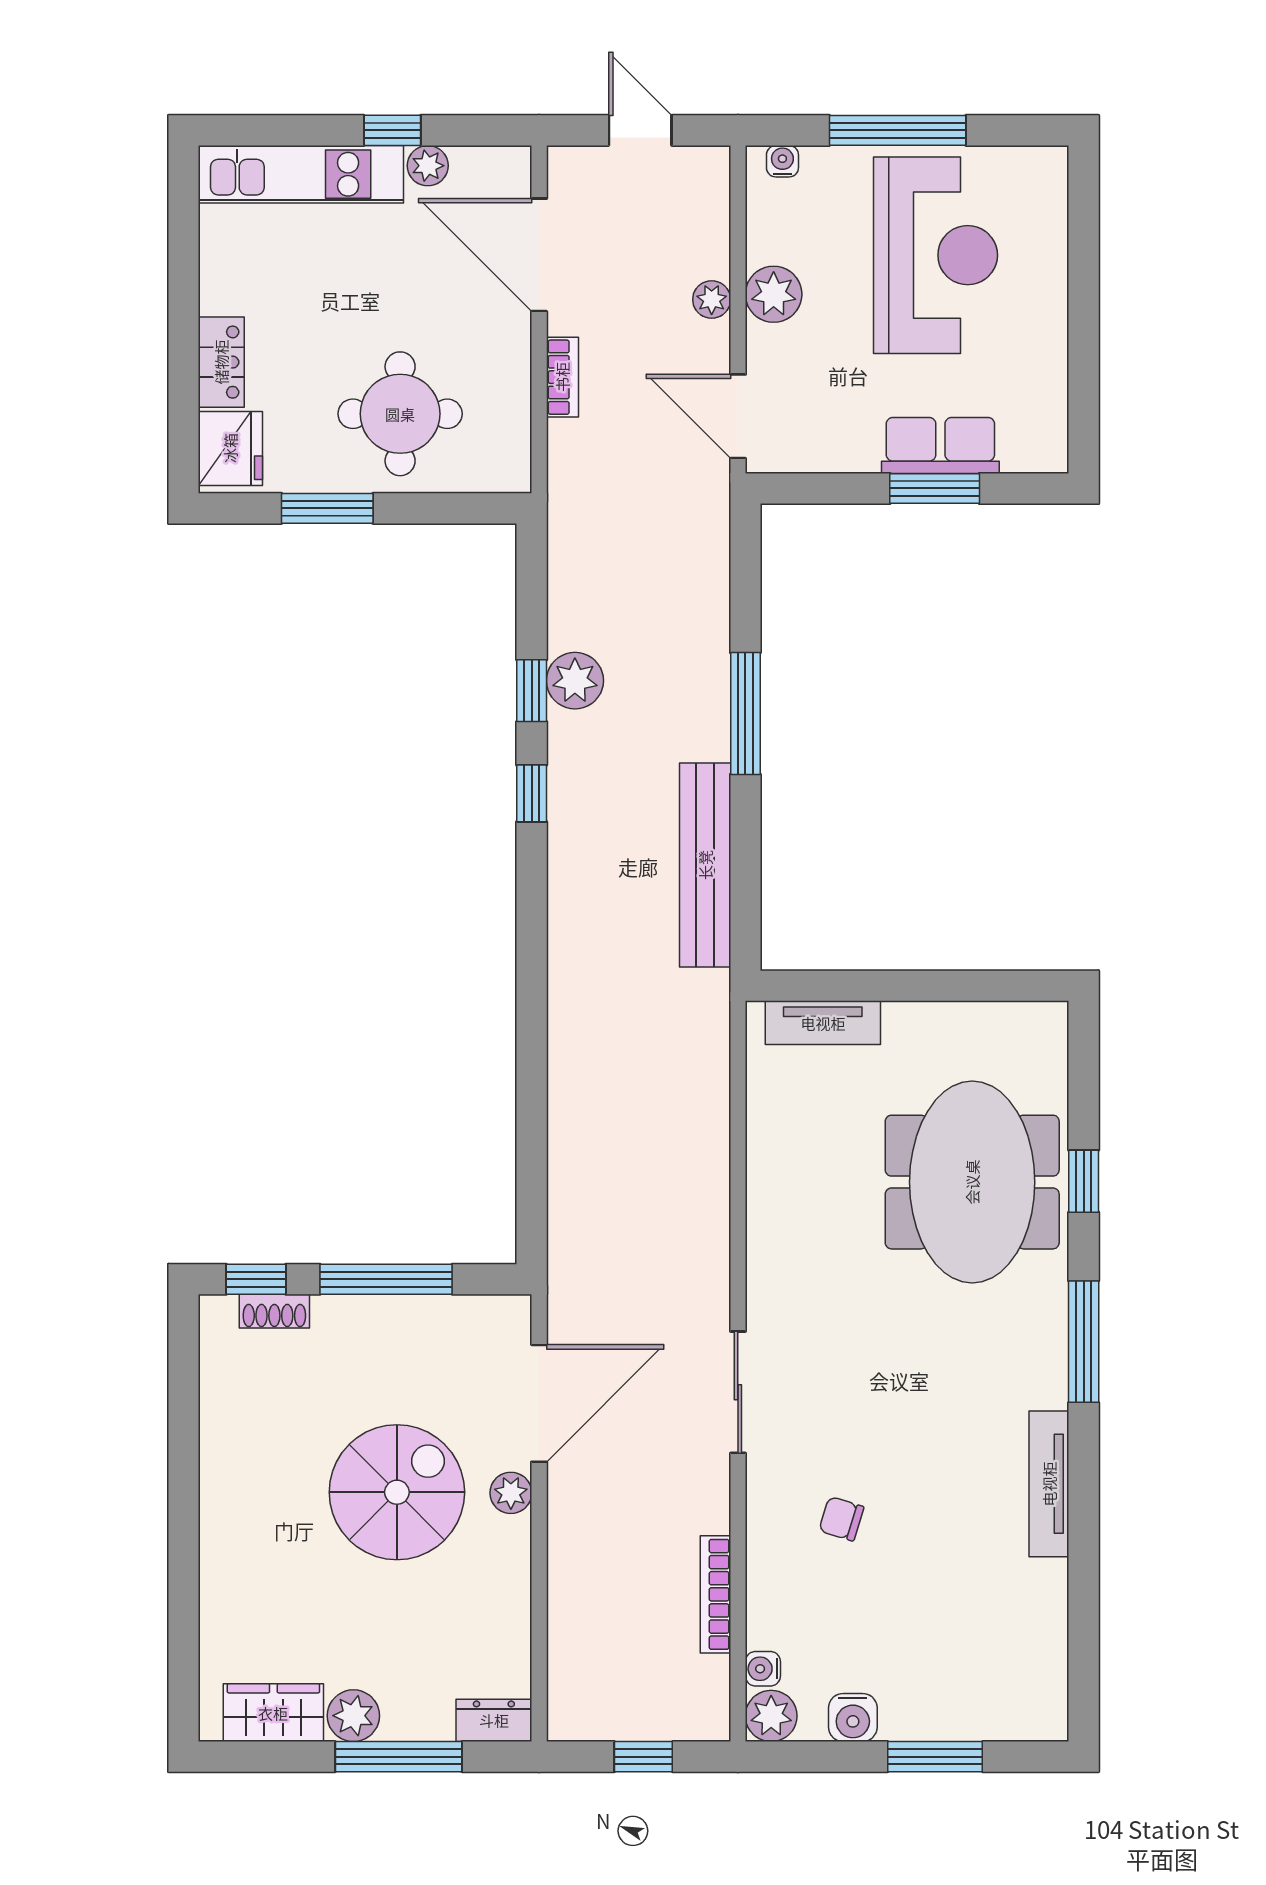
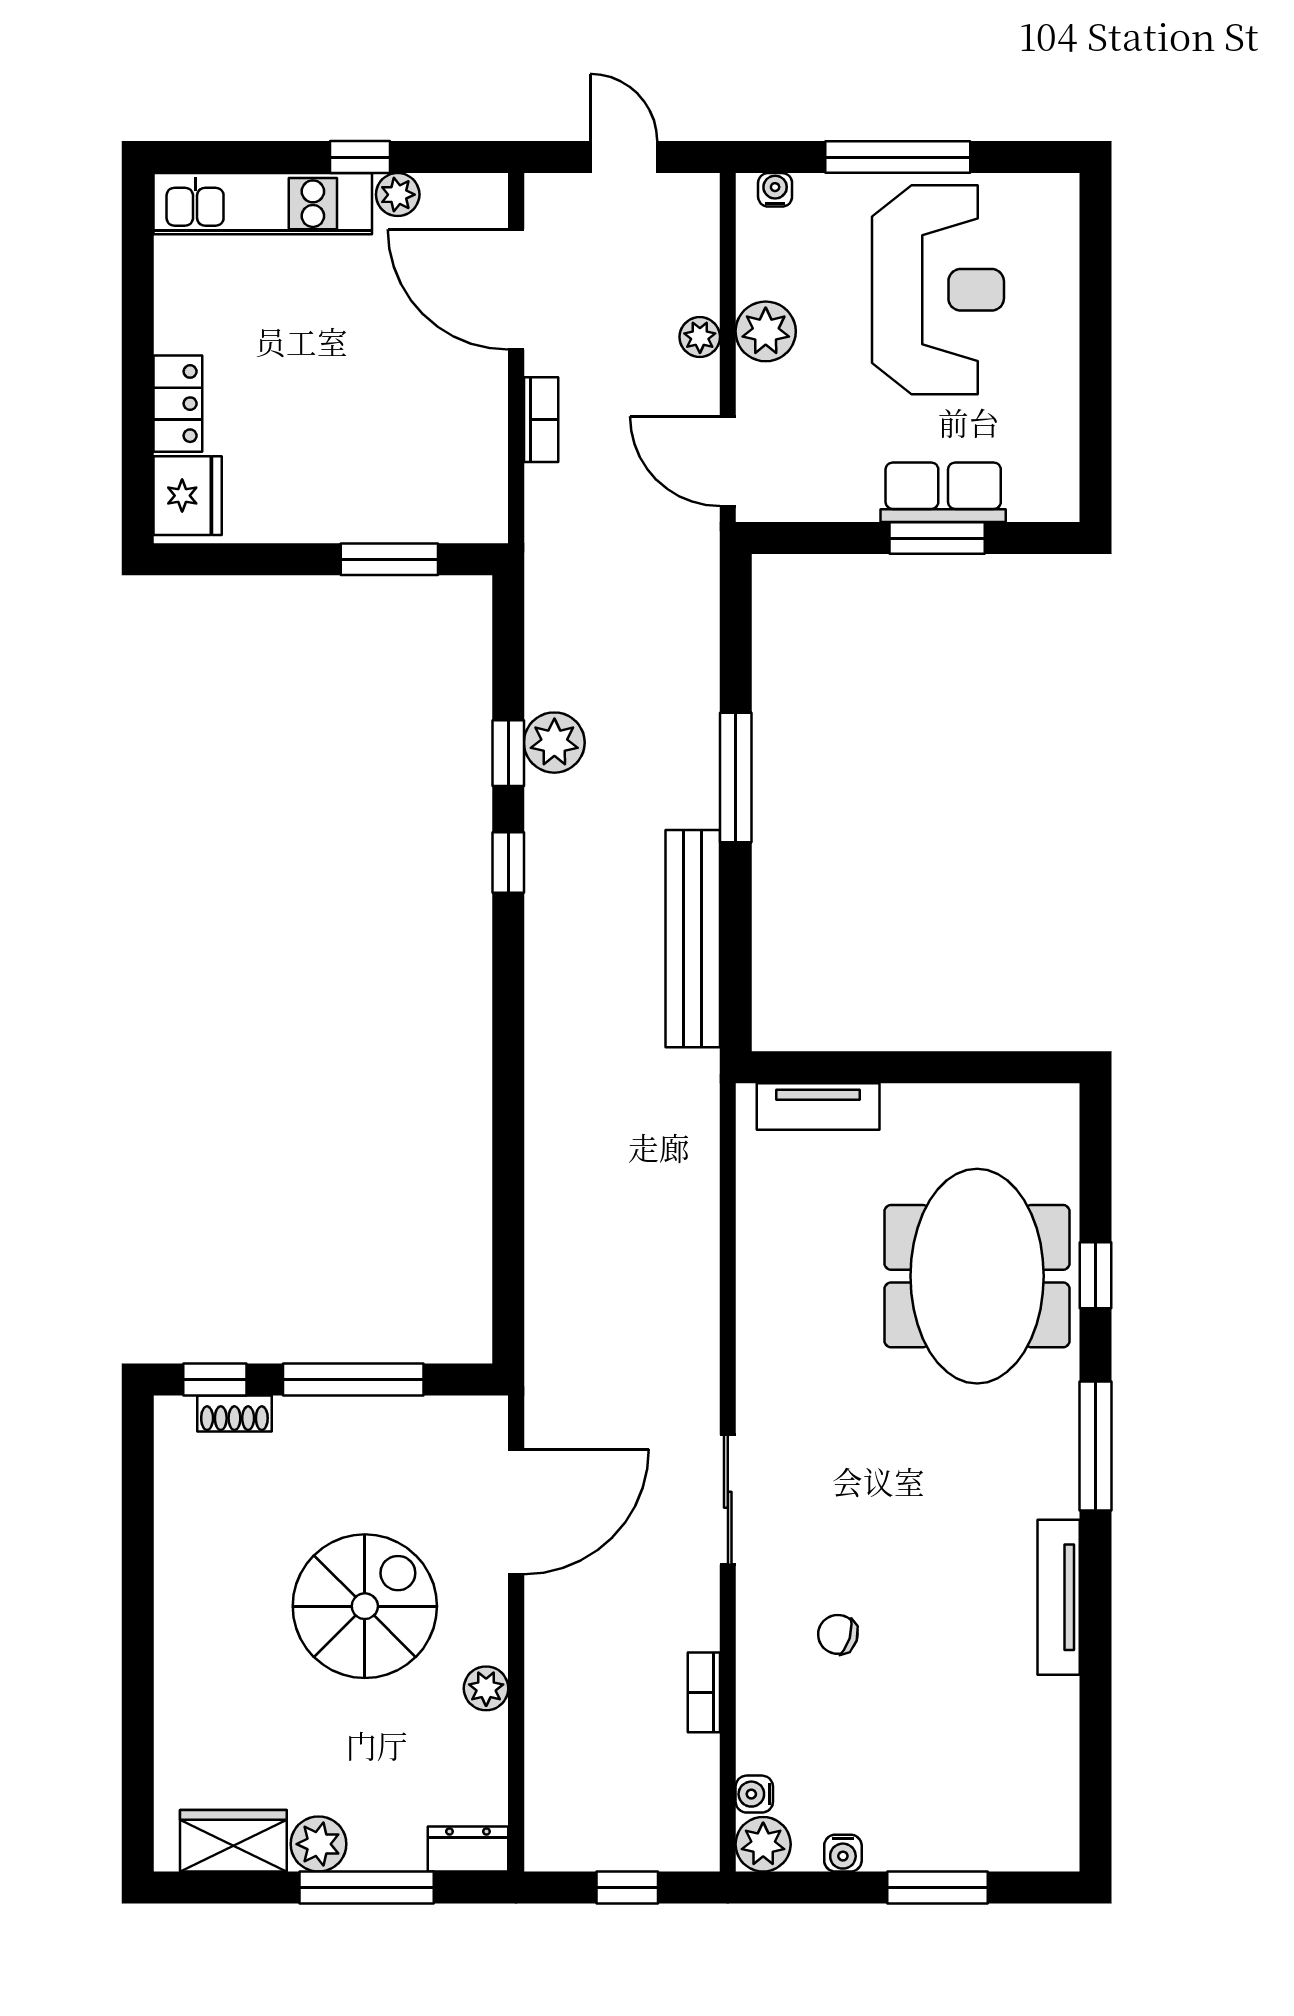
round table: (400, 414) -> (368, 459), removed
window: (327, 508) -> (389, 559), moved
plant: (511, 1493) -> (486, 1688), moved
bookcase: (715, 1594) -> (704, 1692), width x0.64
water cooler: (853, 1718) -> (843, 1853), width x0.72, depth x0.72

